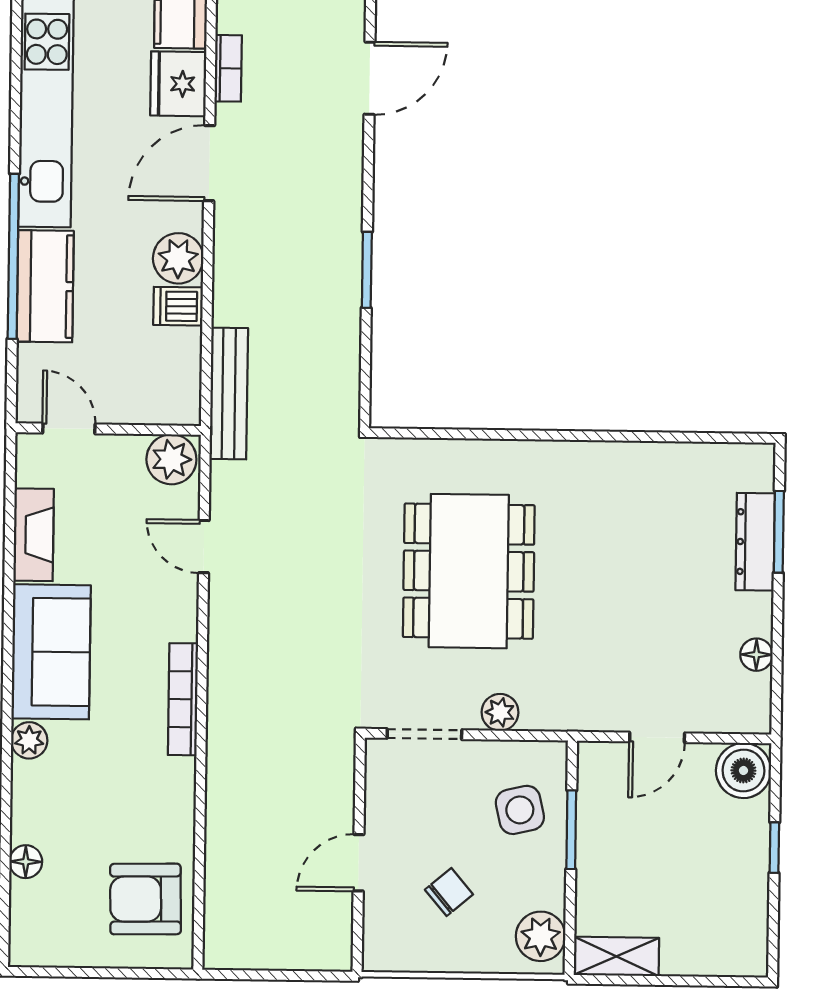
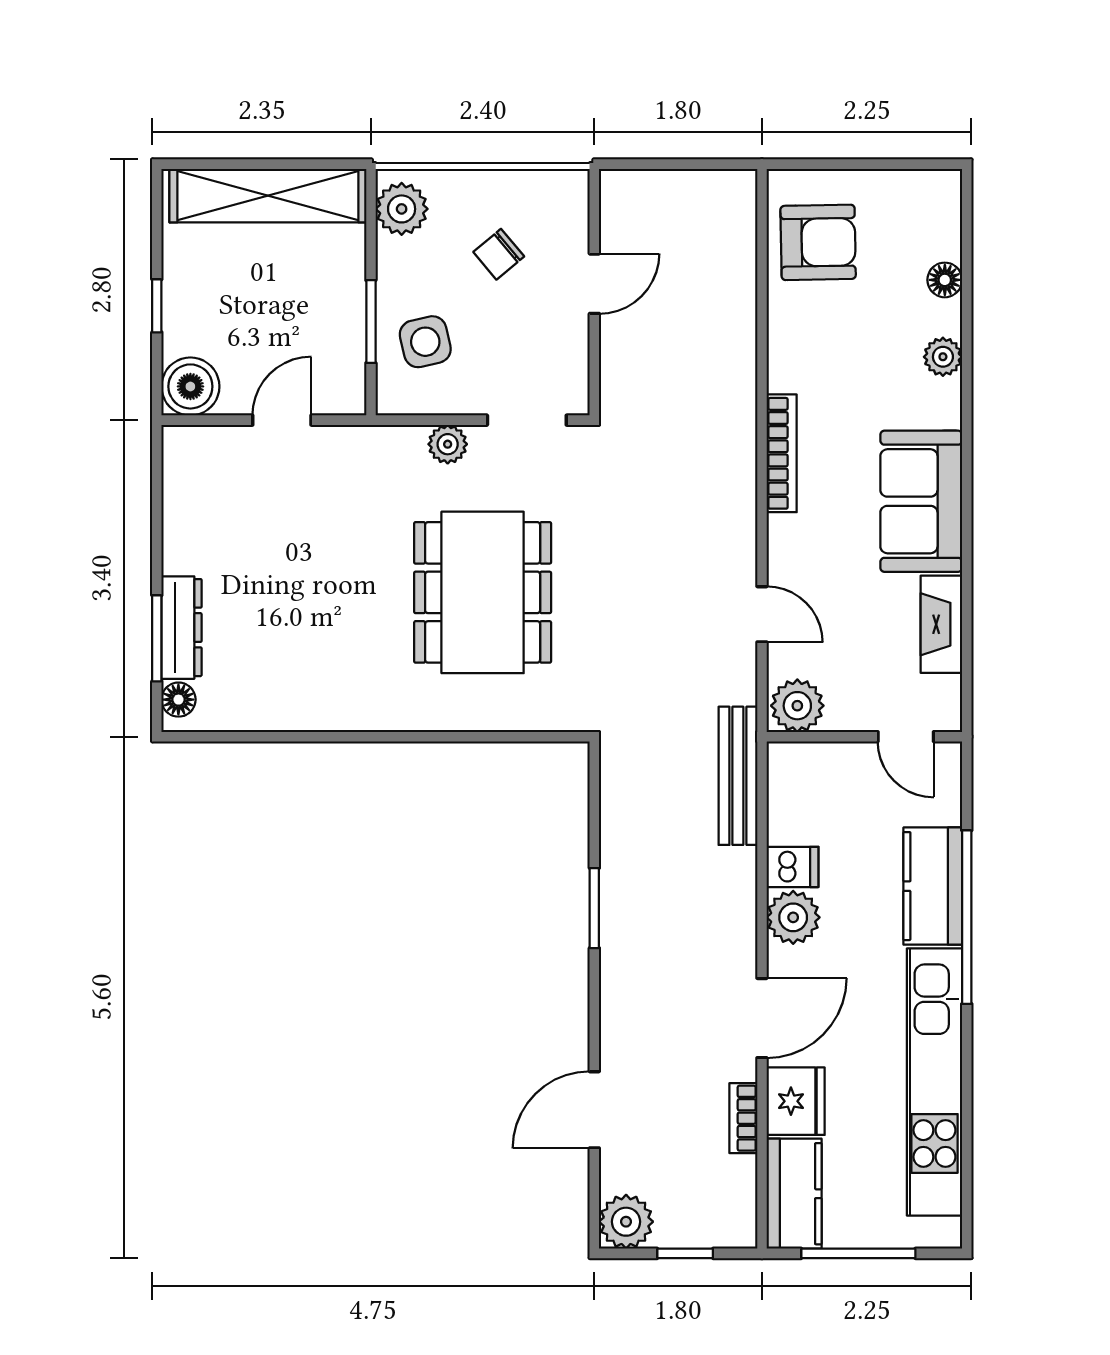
floor lamp: (756, 655) -> (178, 700), moved
plant: (29, 740) -> (943, 357), moved
shelving: (616, 956) -> (268, 196), width x2.20, depth x1.33

